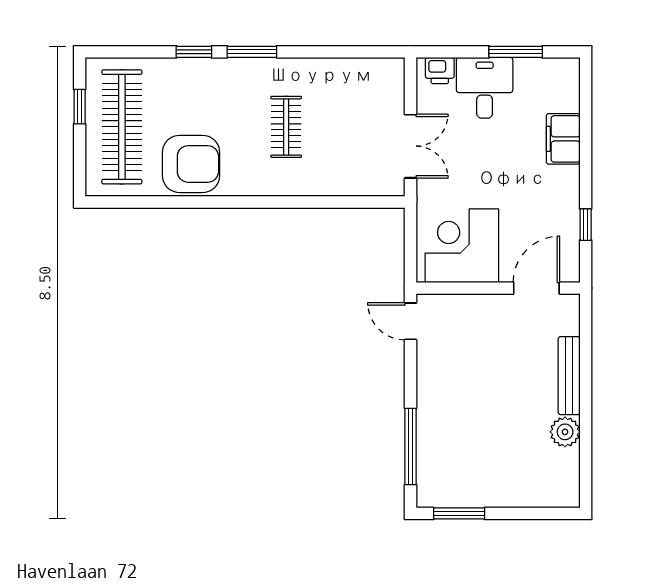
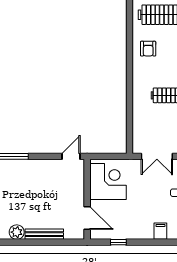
filing cabinet: (563, 139) -> (160, 231), width x0.50
armchair: (191, 164) -> (148, 49), width x0.53, depth x0.53

